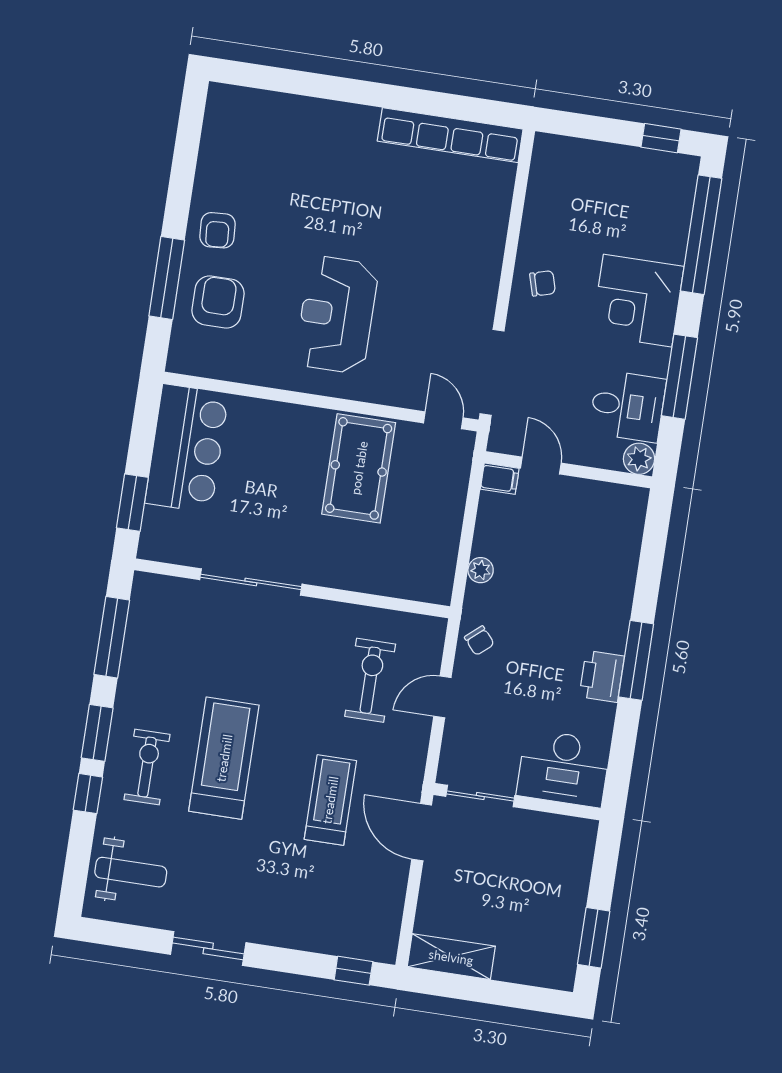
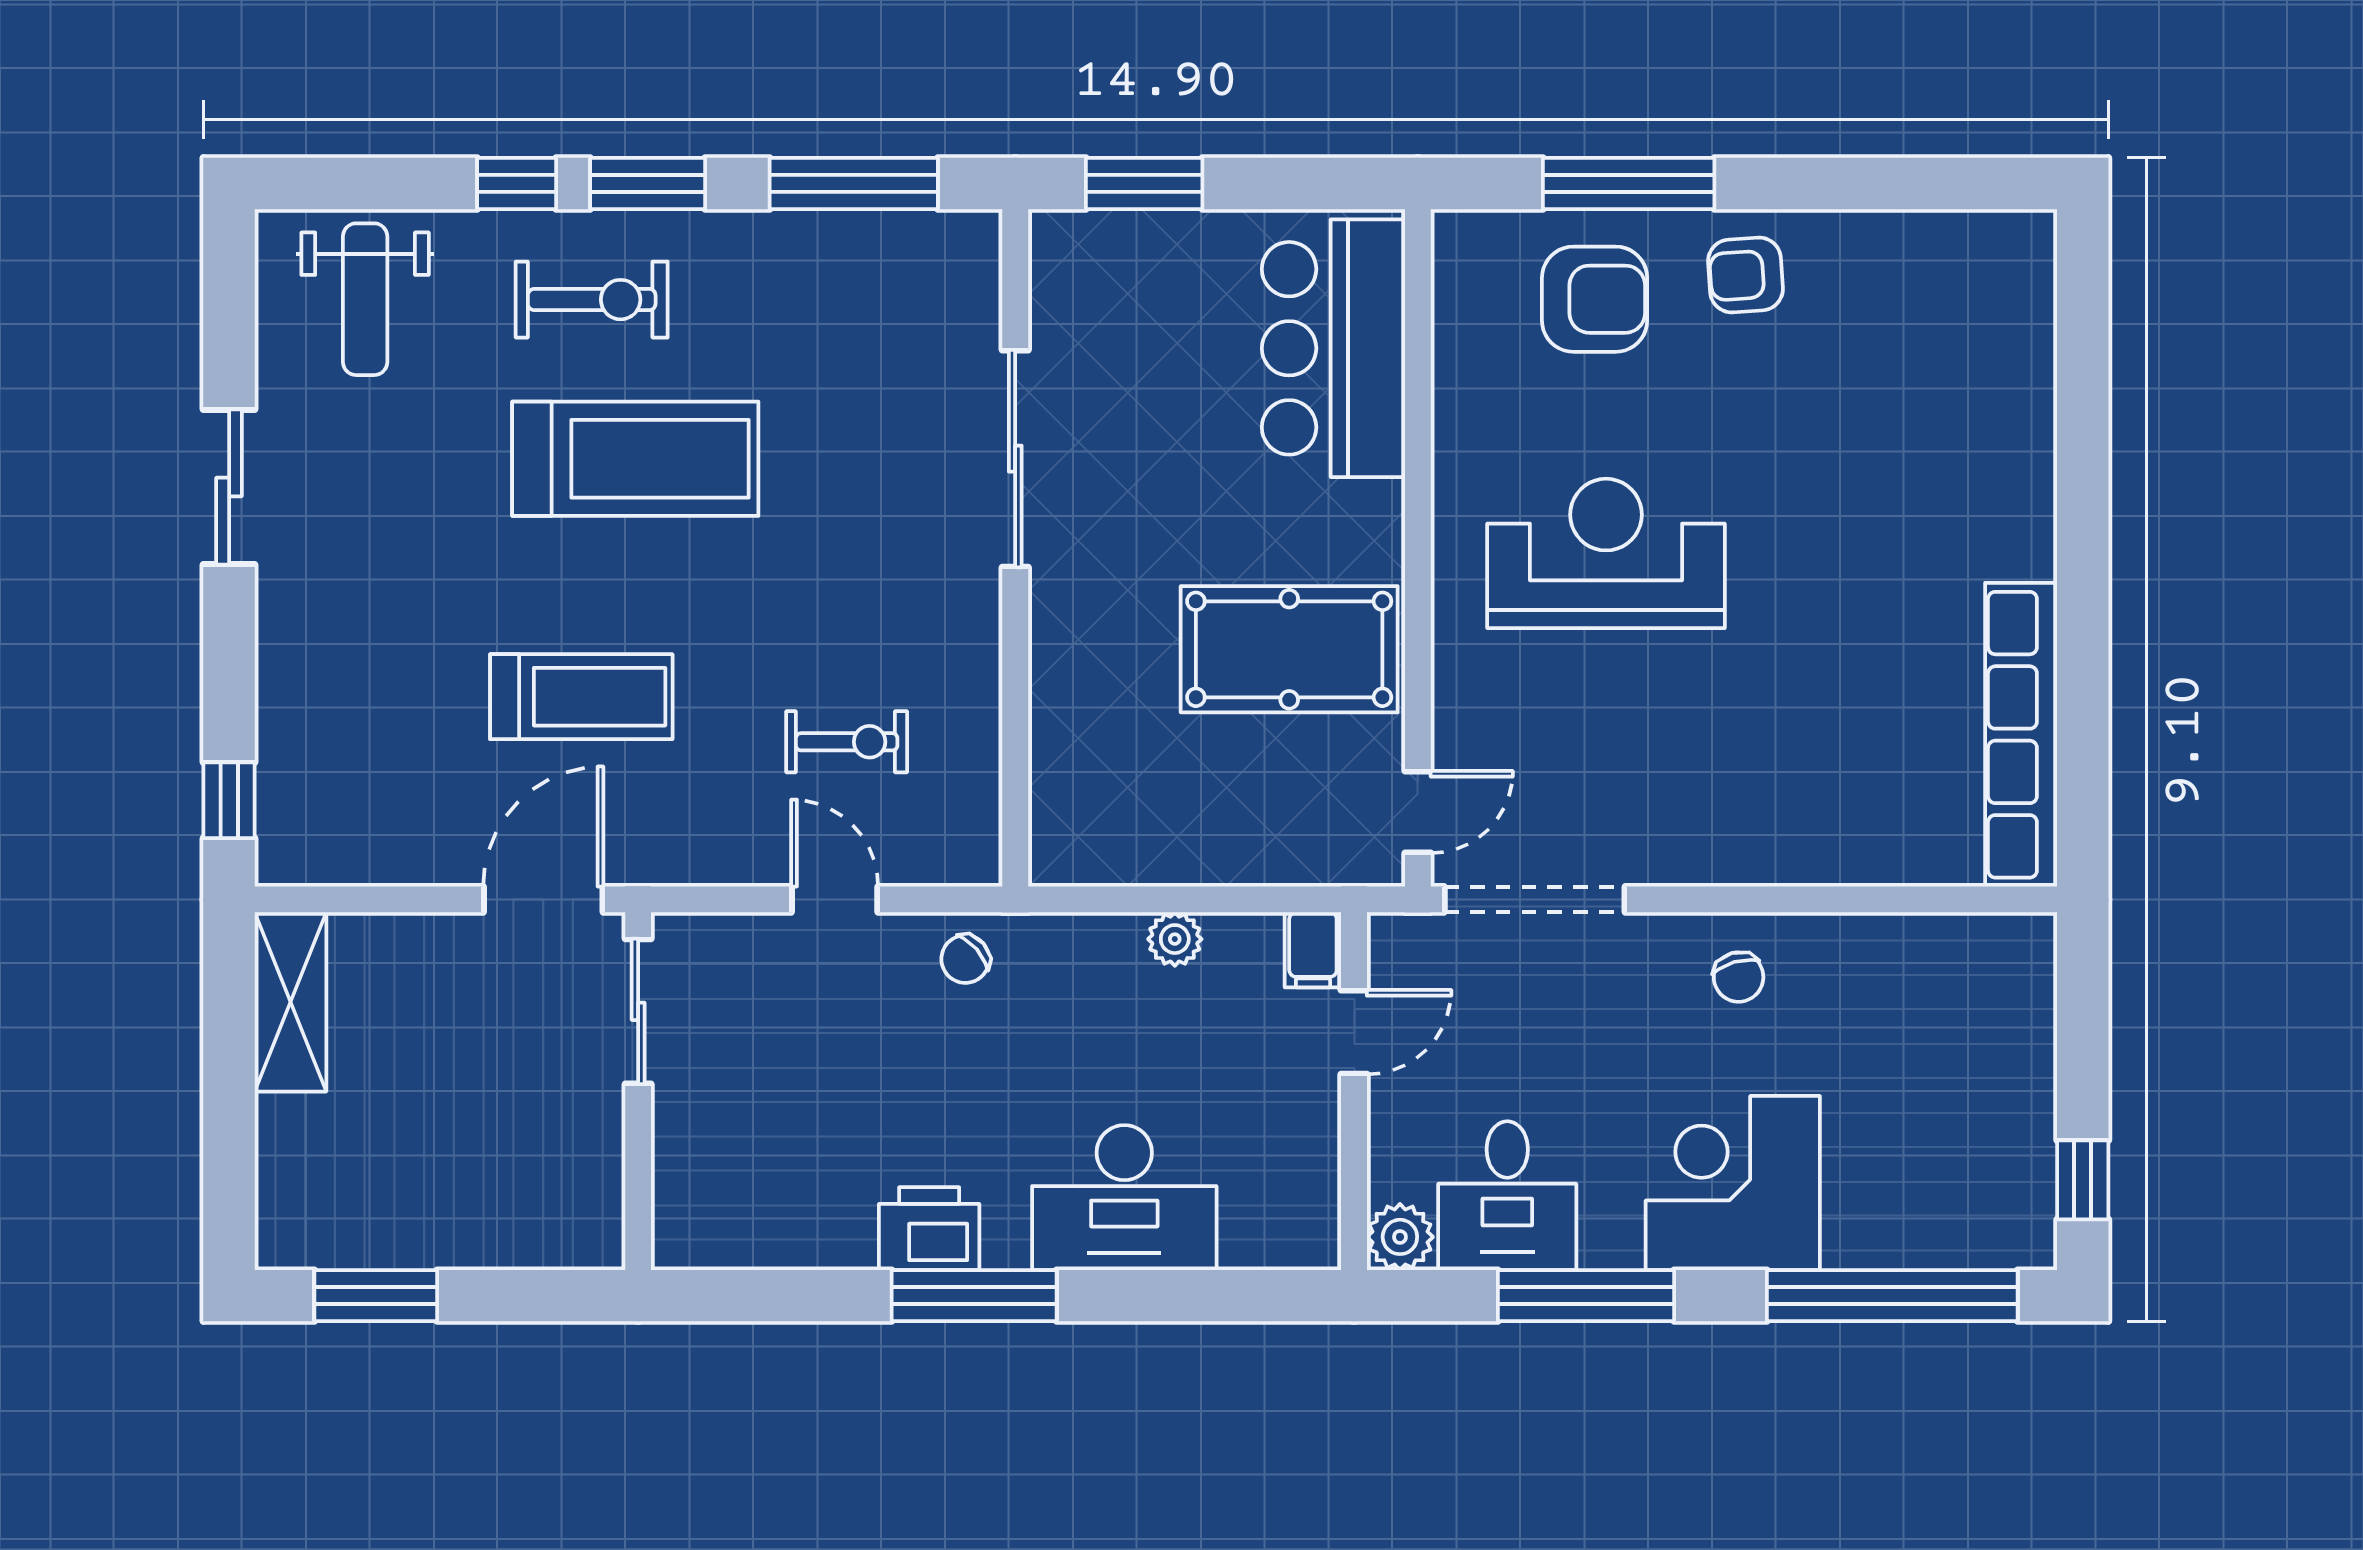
bar counter: (187, 448) -> (1334, 348), moved, turned 90
plant: (481, 570) -> (1175, 939), moved
exercise bike: (370, 680) -> (847, 742), width x0.73, depth x0.72
desk: (564, 768) -> (1124, 1198), moved, turned -90

